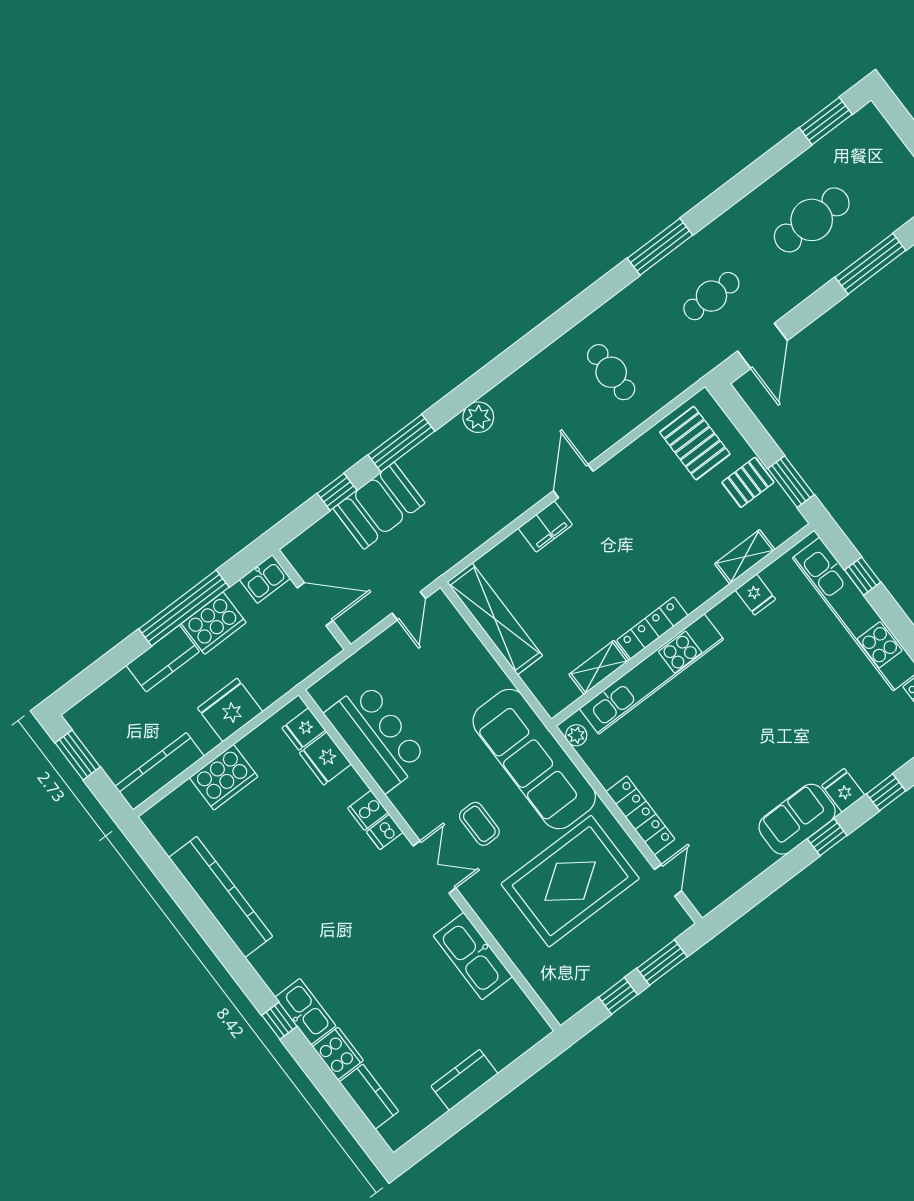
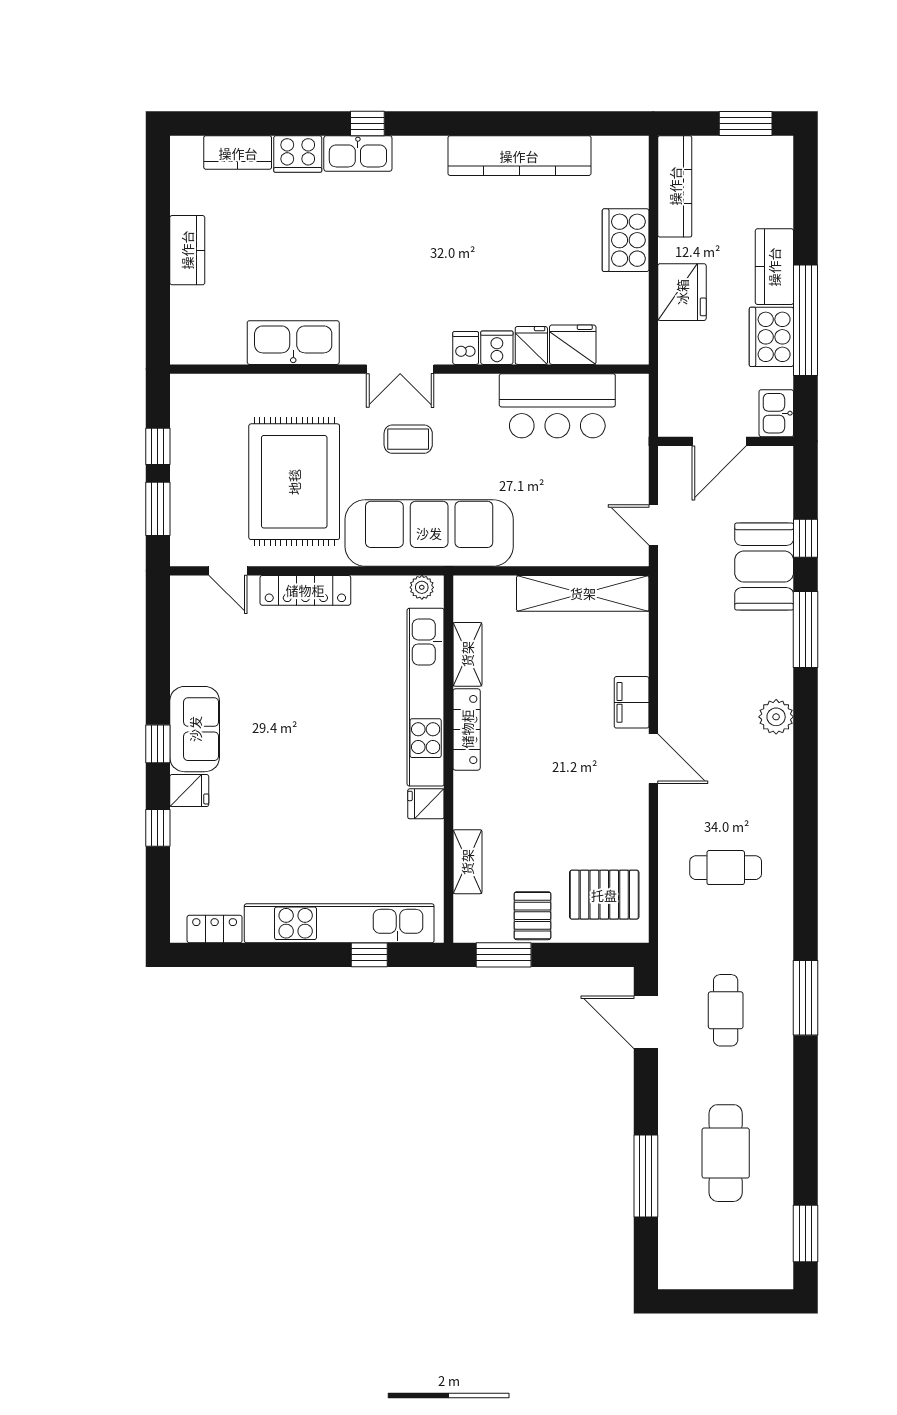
fridge: (755, 595) -> (426, 804), moved
fridge: (304, 729) -> (531, 345), moved

